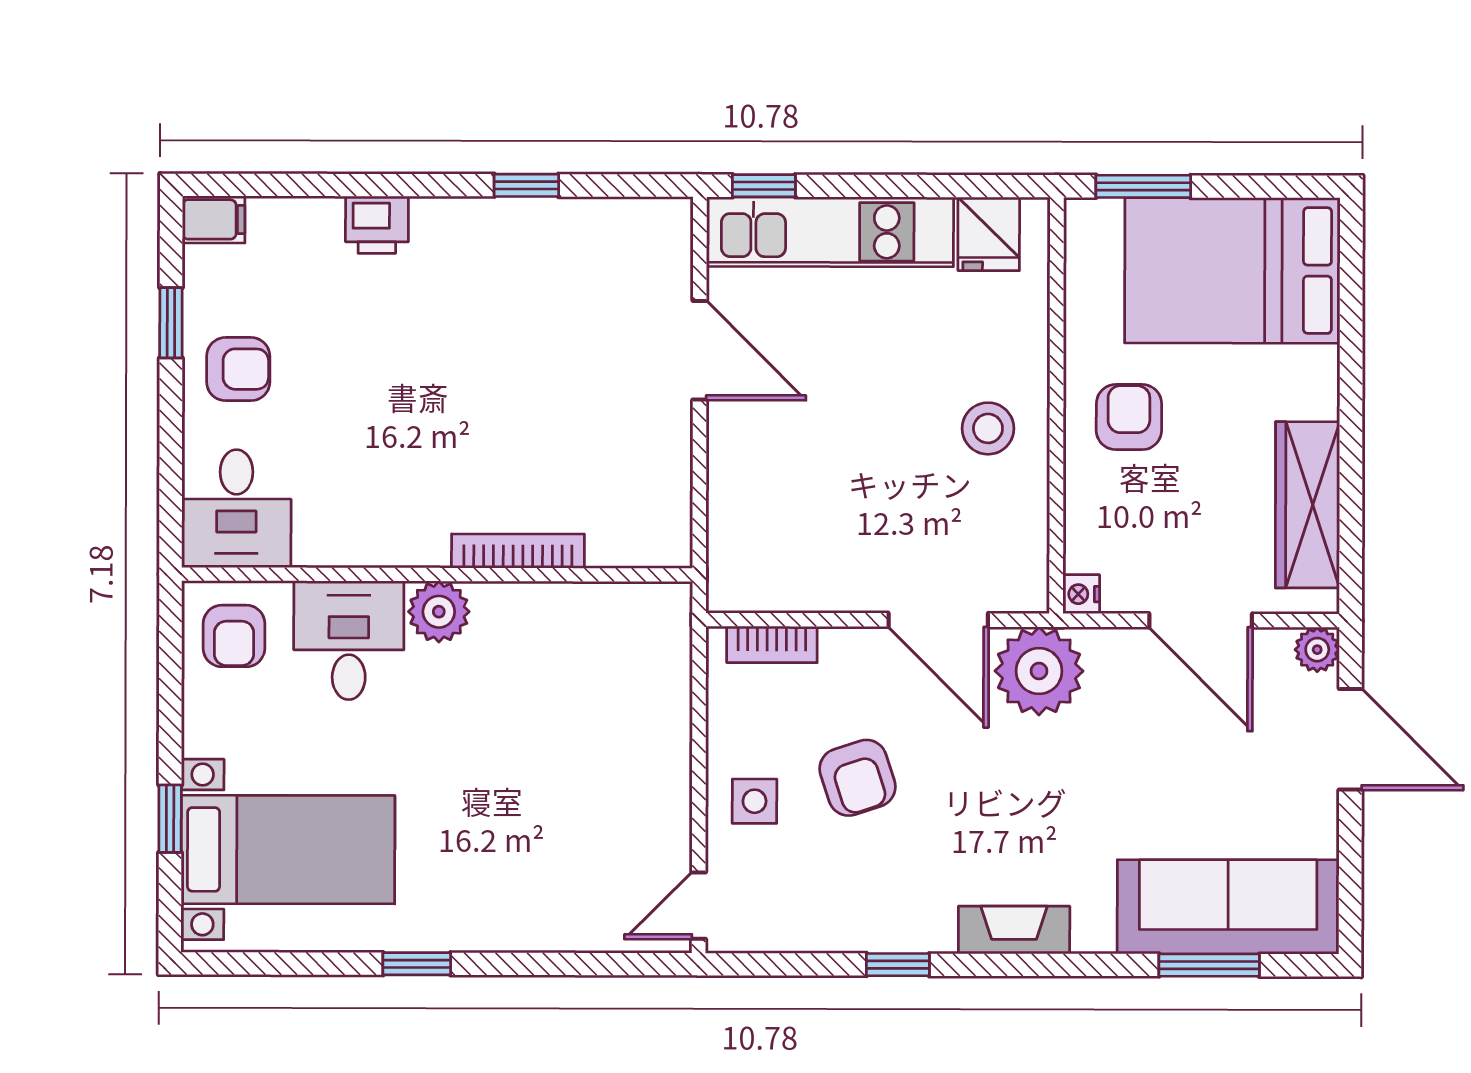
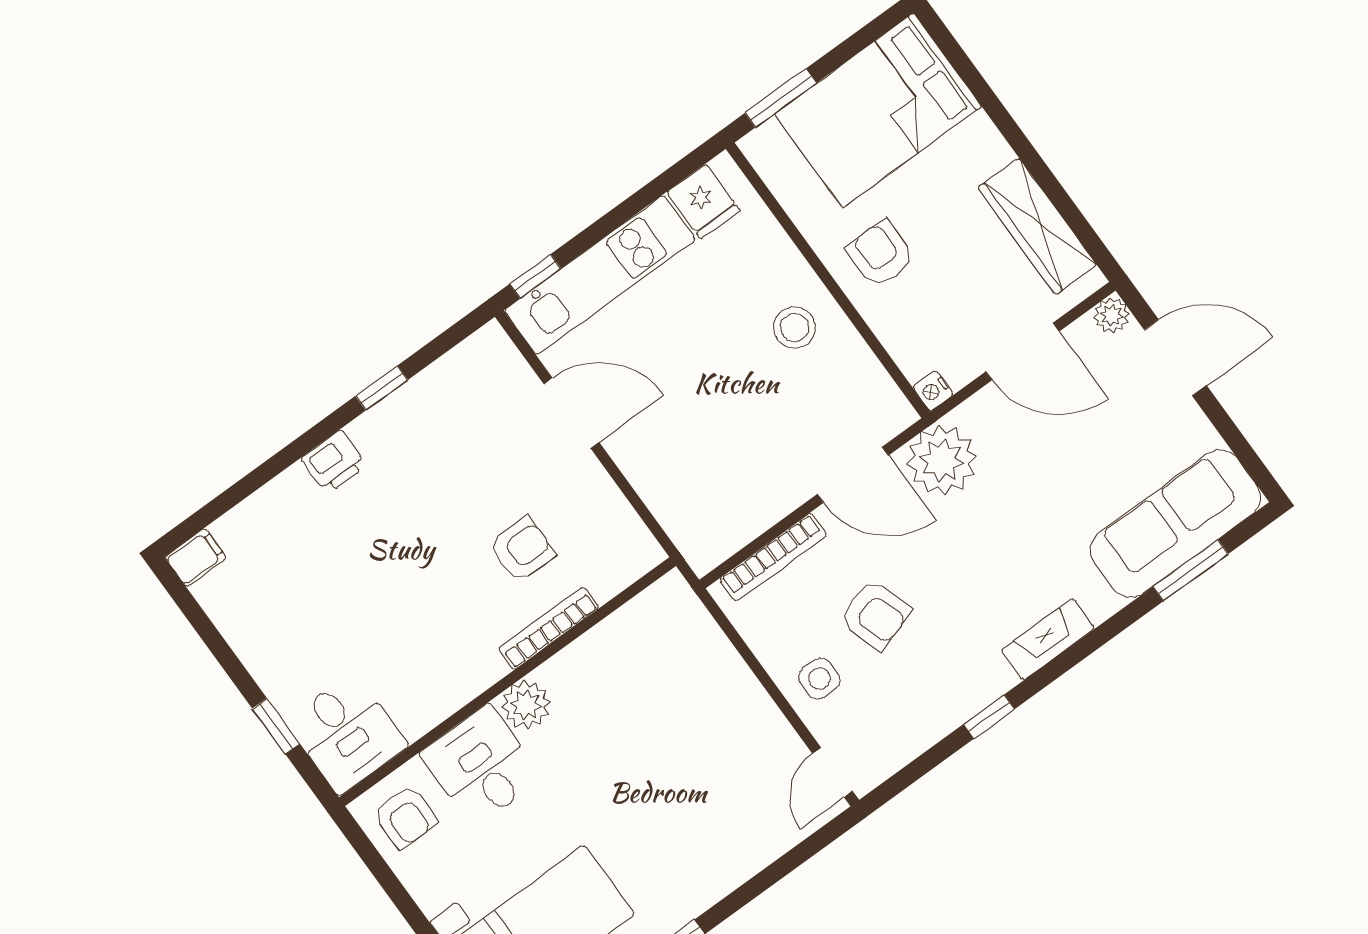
printer: (377, 225) -> (334, 462), moved
window: (171, 323) -> (276, 726), moved
armchair: (238, 369) -> (522, 549), moved
bookcase: (772, 645) -> (773, 557), width x1.56

